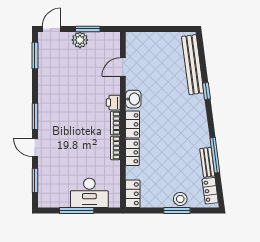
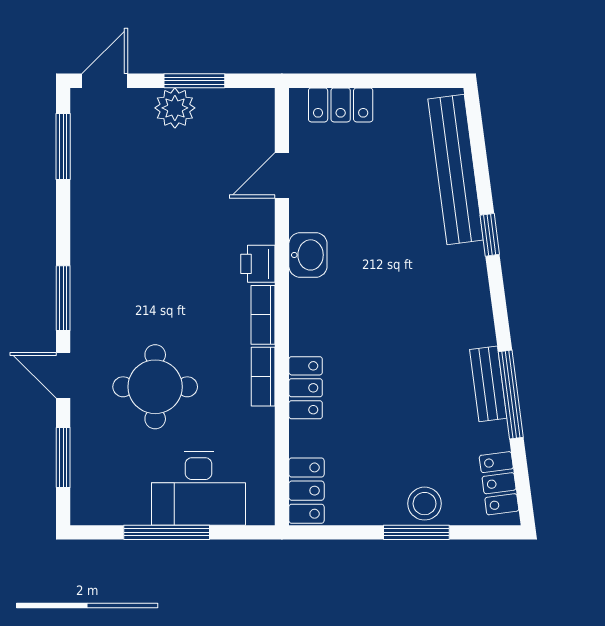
locker: (133, 124) -> (341, 105), moved, turned 90
round table: (72, 152) -> (155, 387), added
bench: (207, 162) -> (488, 384), moved

